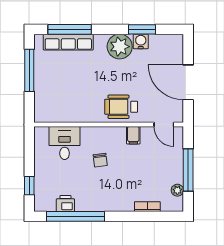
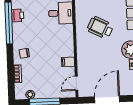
wheelchair: (121, 107) -> (100, 28), moved, turned -63
chair: (100, 160) -> (24, 53), moved

